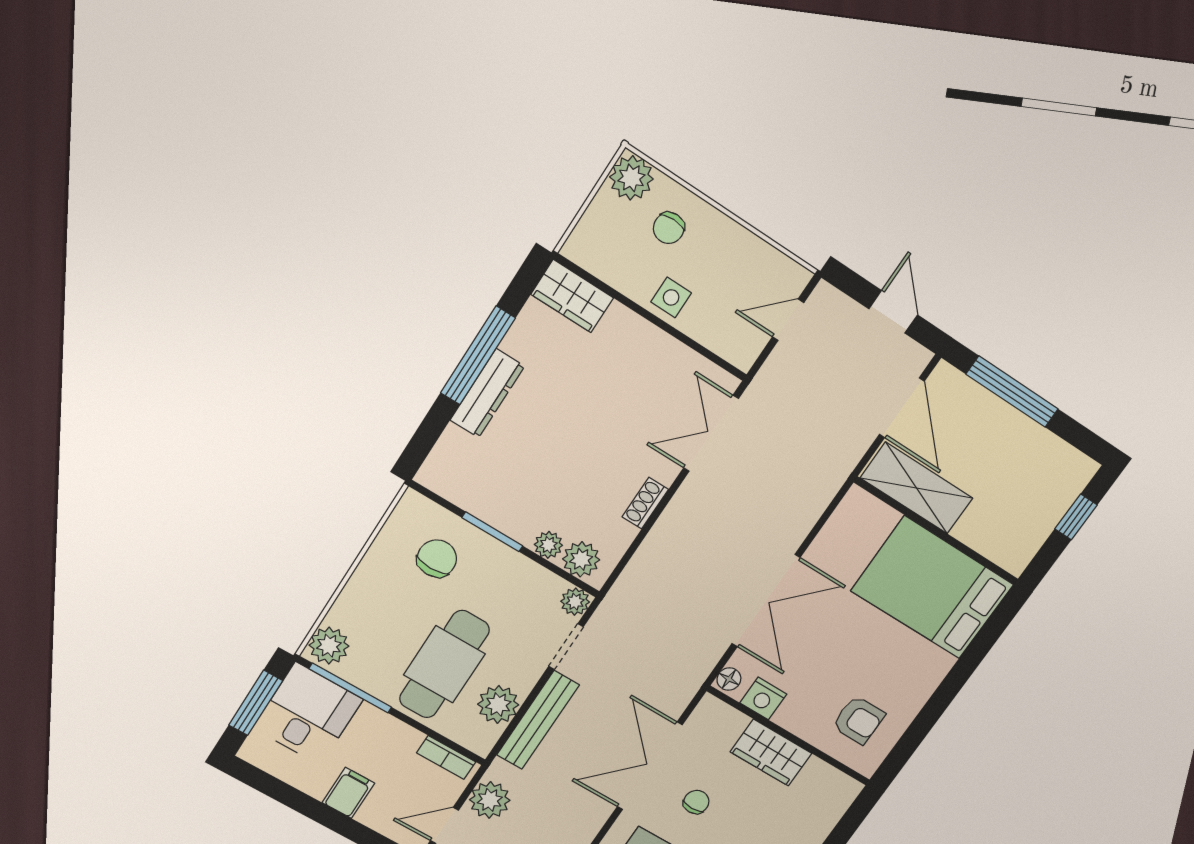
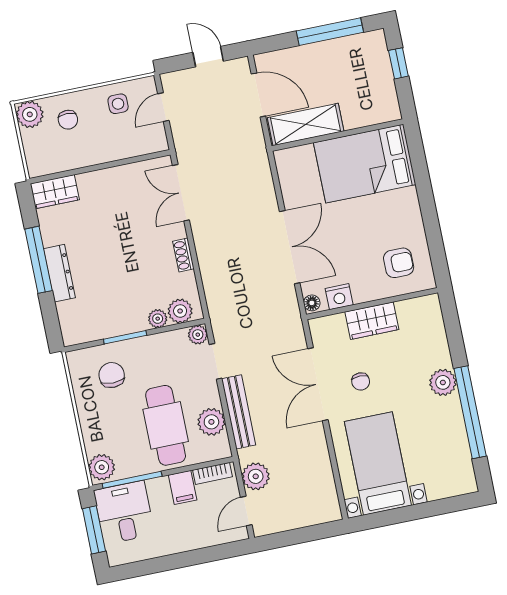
side table: (671, 297) -> (118, 104), moved
window: (1012, 392) -> (330, 32), moved
filing cabinet: (348, 793) -> (183, 487), moved, turned 180
chair: (696, 802) -> (361, 382), turned 180

